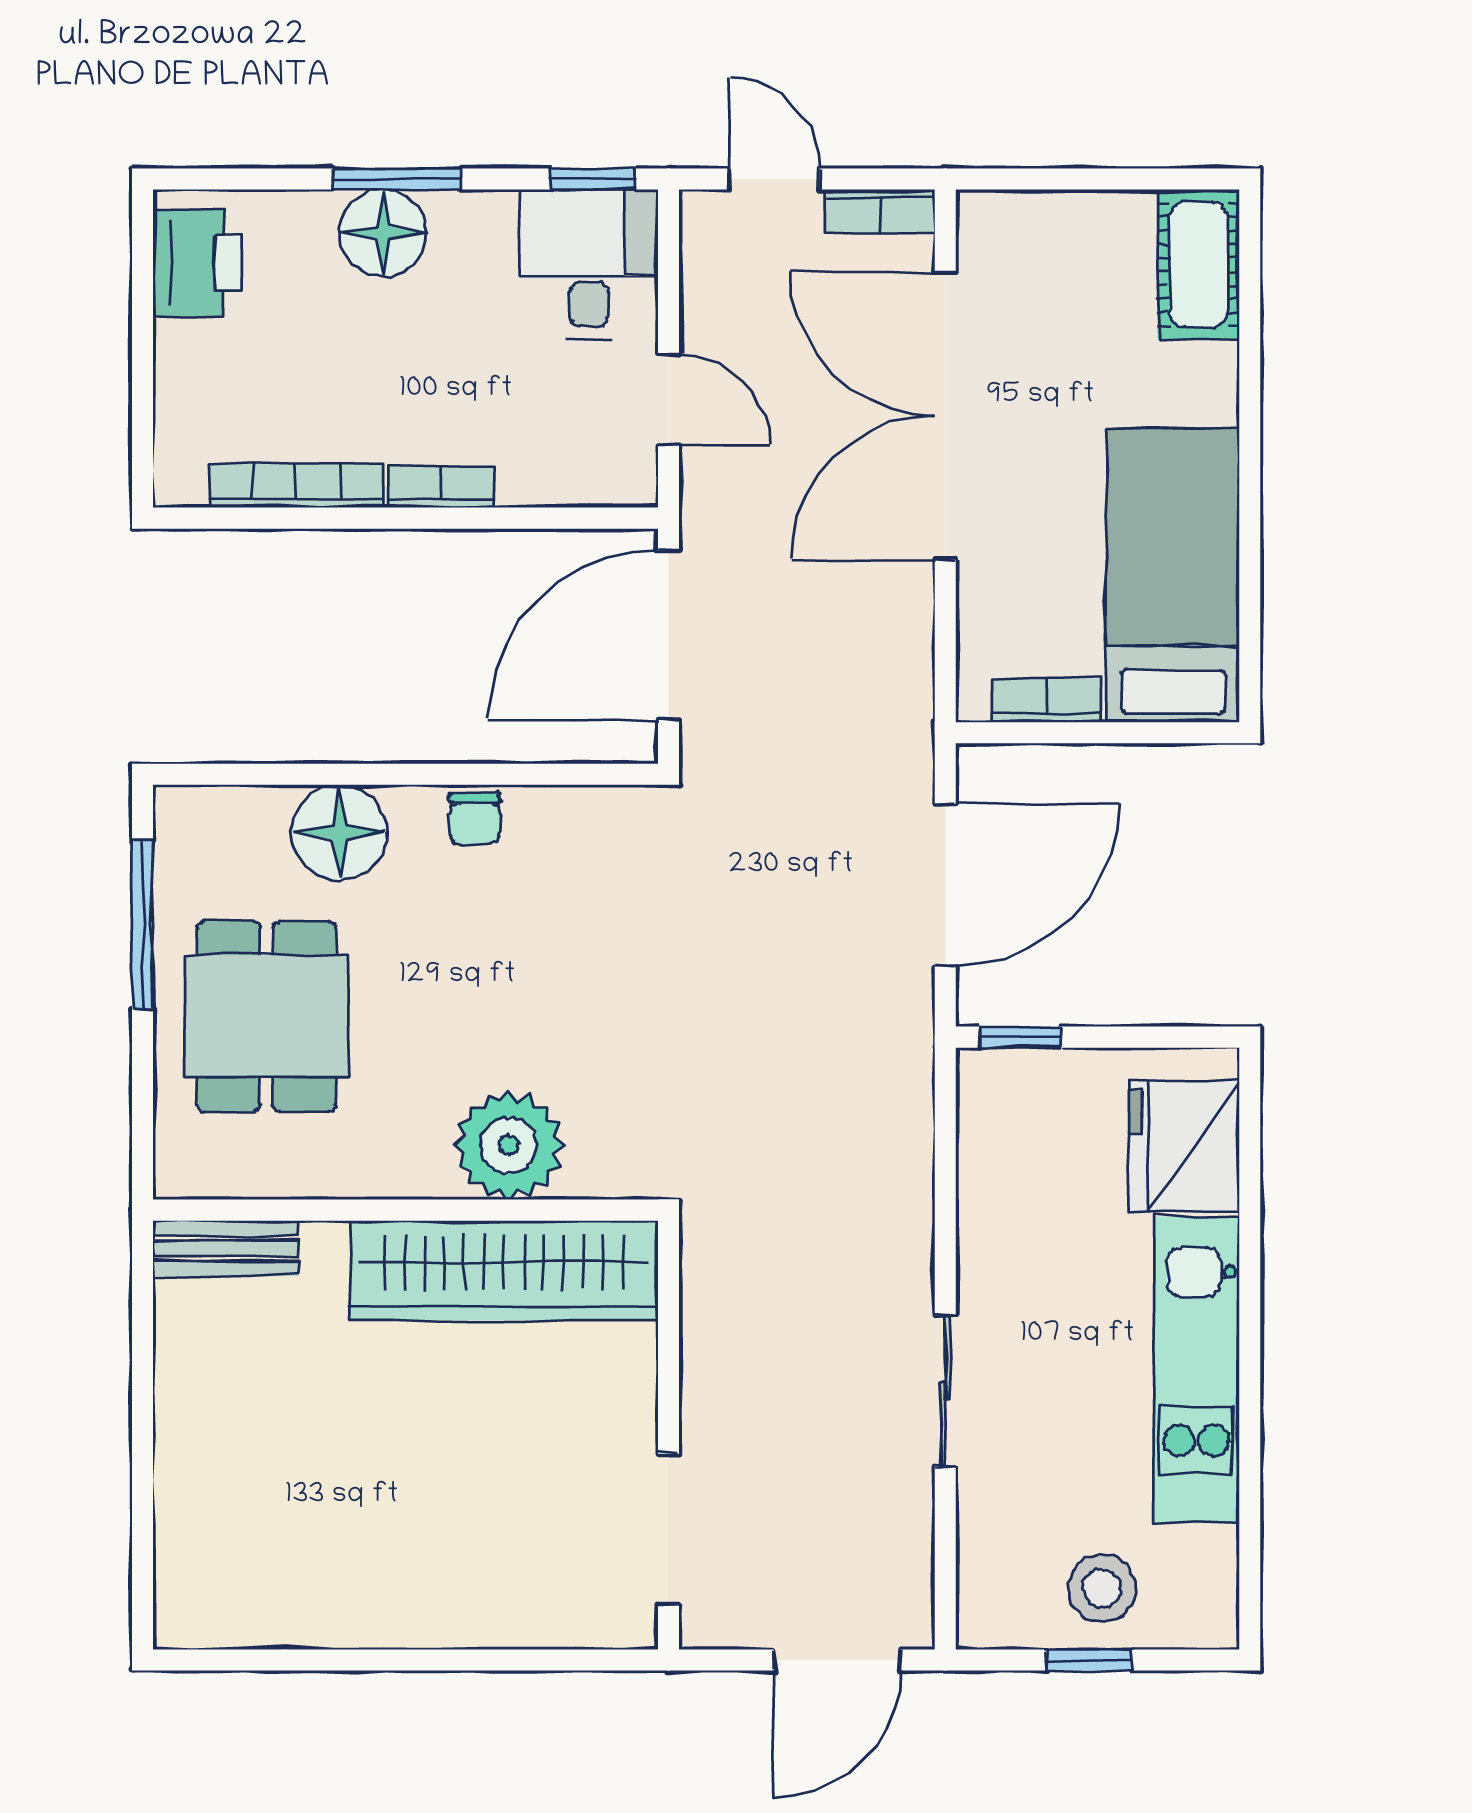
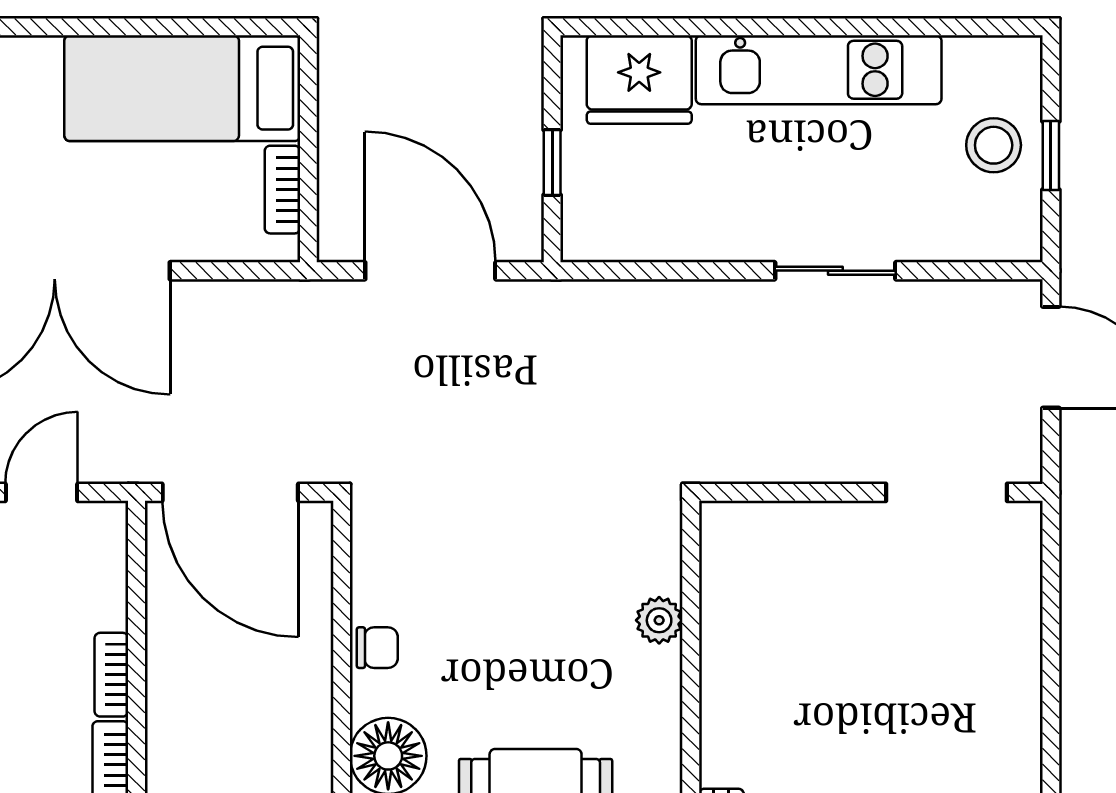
window: (1020, 1037) -> (552, 162), moved
plant: (509, 1145) -> (659, 620), width x0.53, depth x0.53
wardrobe: (504, 1270) -> (739, 624), removed

